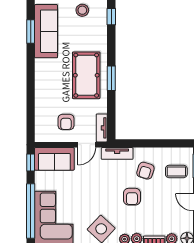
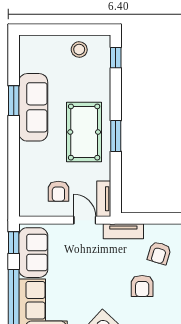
window: (31, 31) -> (14, 101), moved
sofa: (46, 31) -> (33, 107), moved
door: (87, 145) -> (85, 220), swing flipped
sofa: (54, 159) -> (33, 253), moved, turned -90

